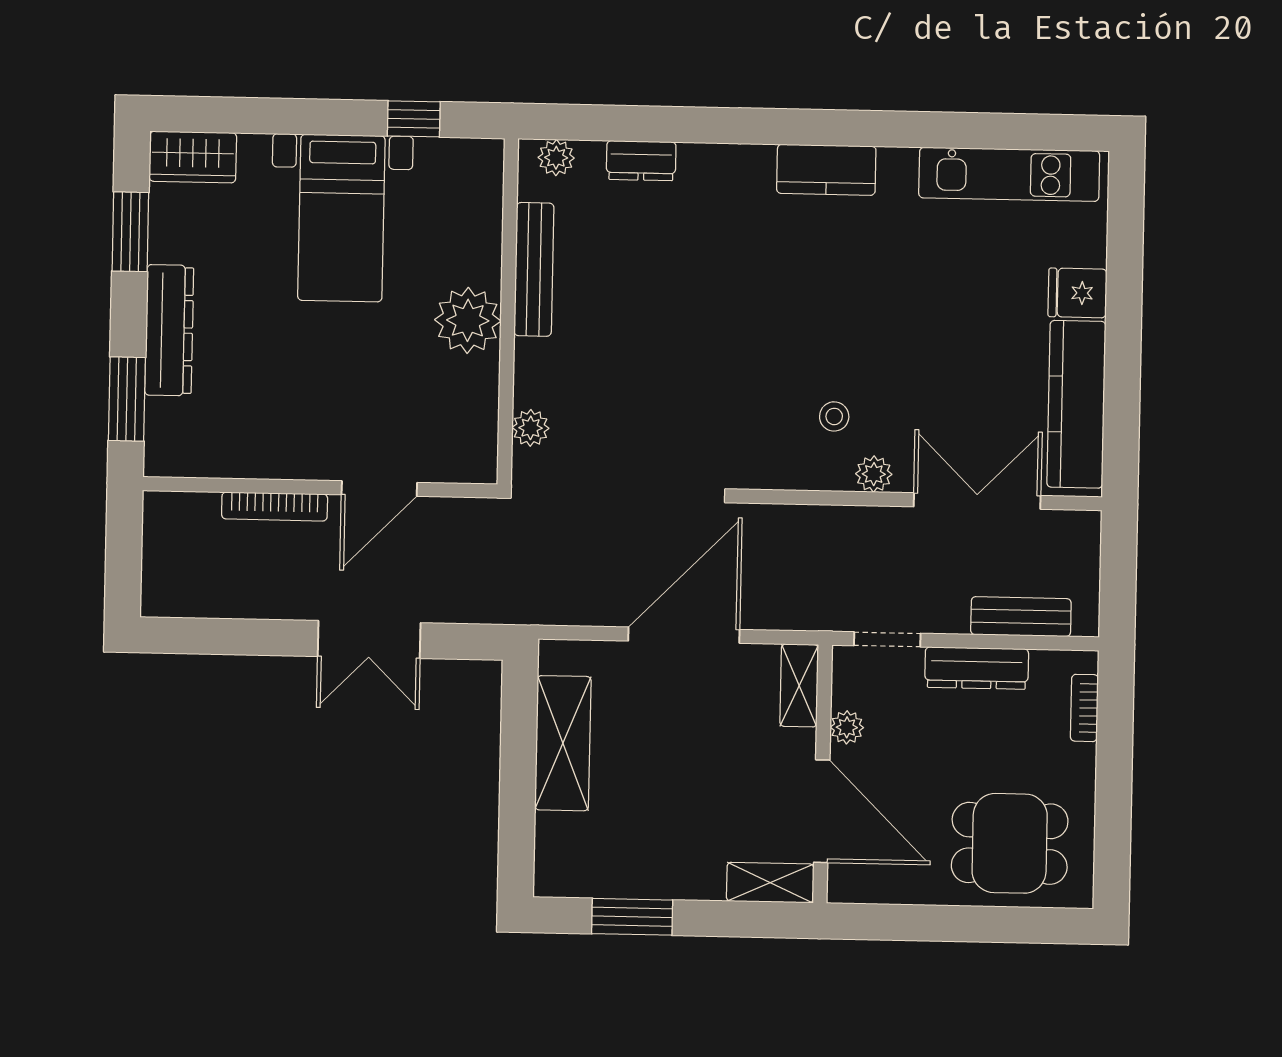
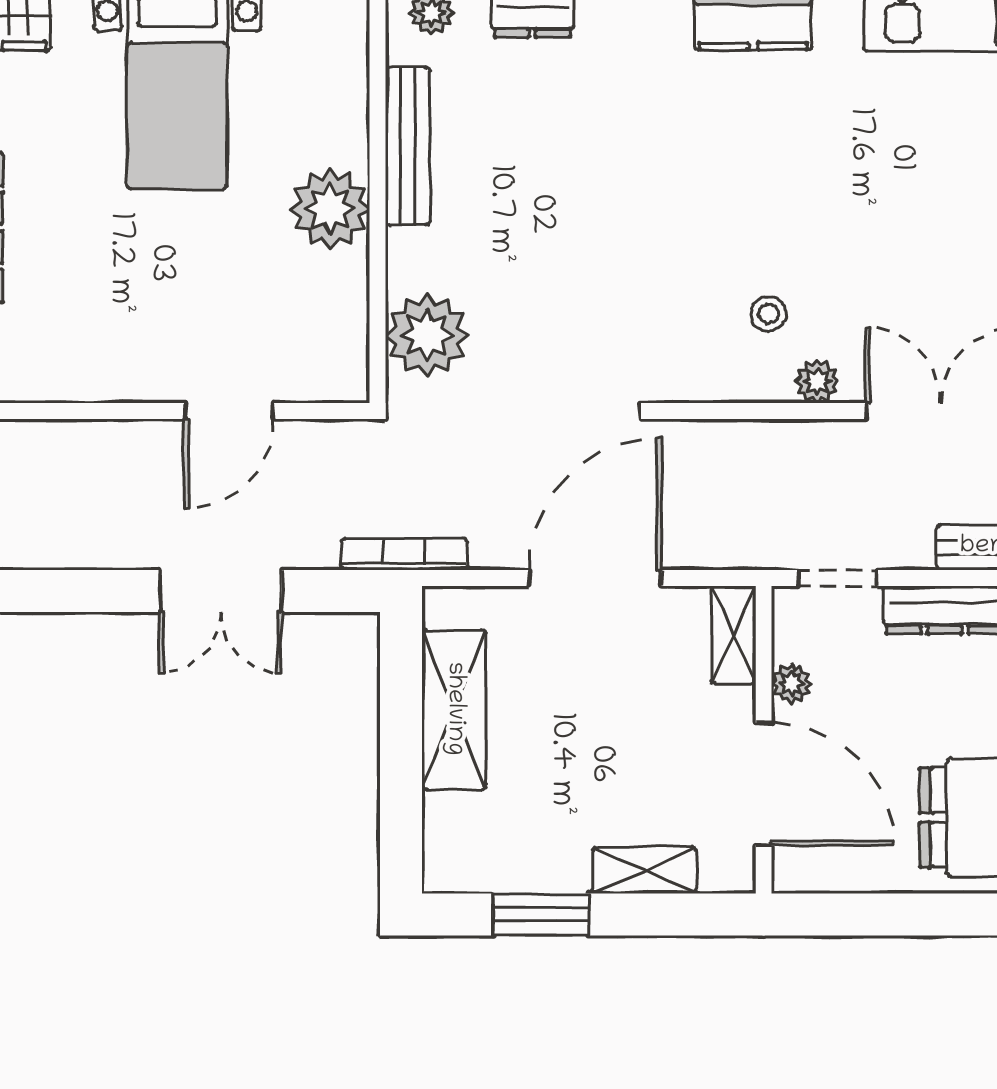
plant: (531, 428) -> (427, 335), width x1.88, depth x1.88
bookcase: (275, 506) -> (404, 554), moved, turned 180
shelving: (770, 883) -> (645, 870), moved

